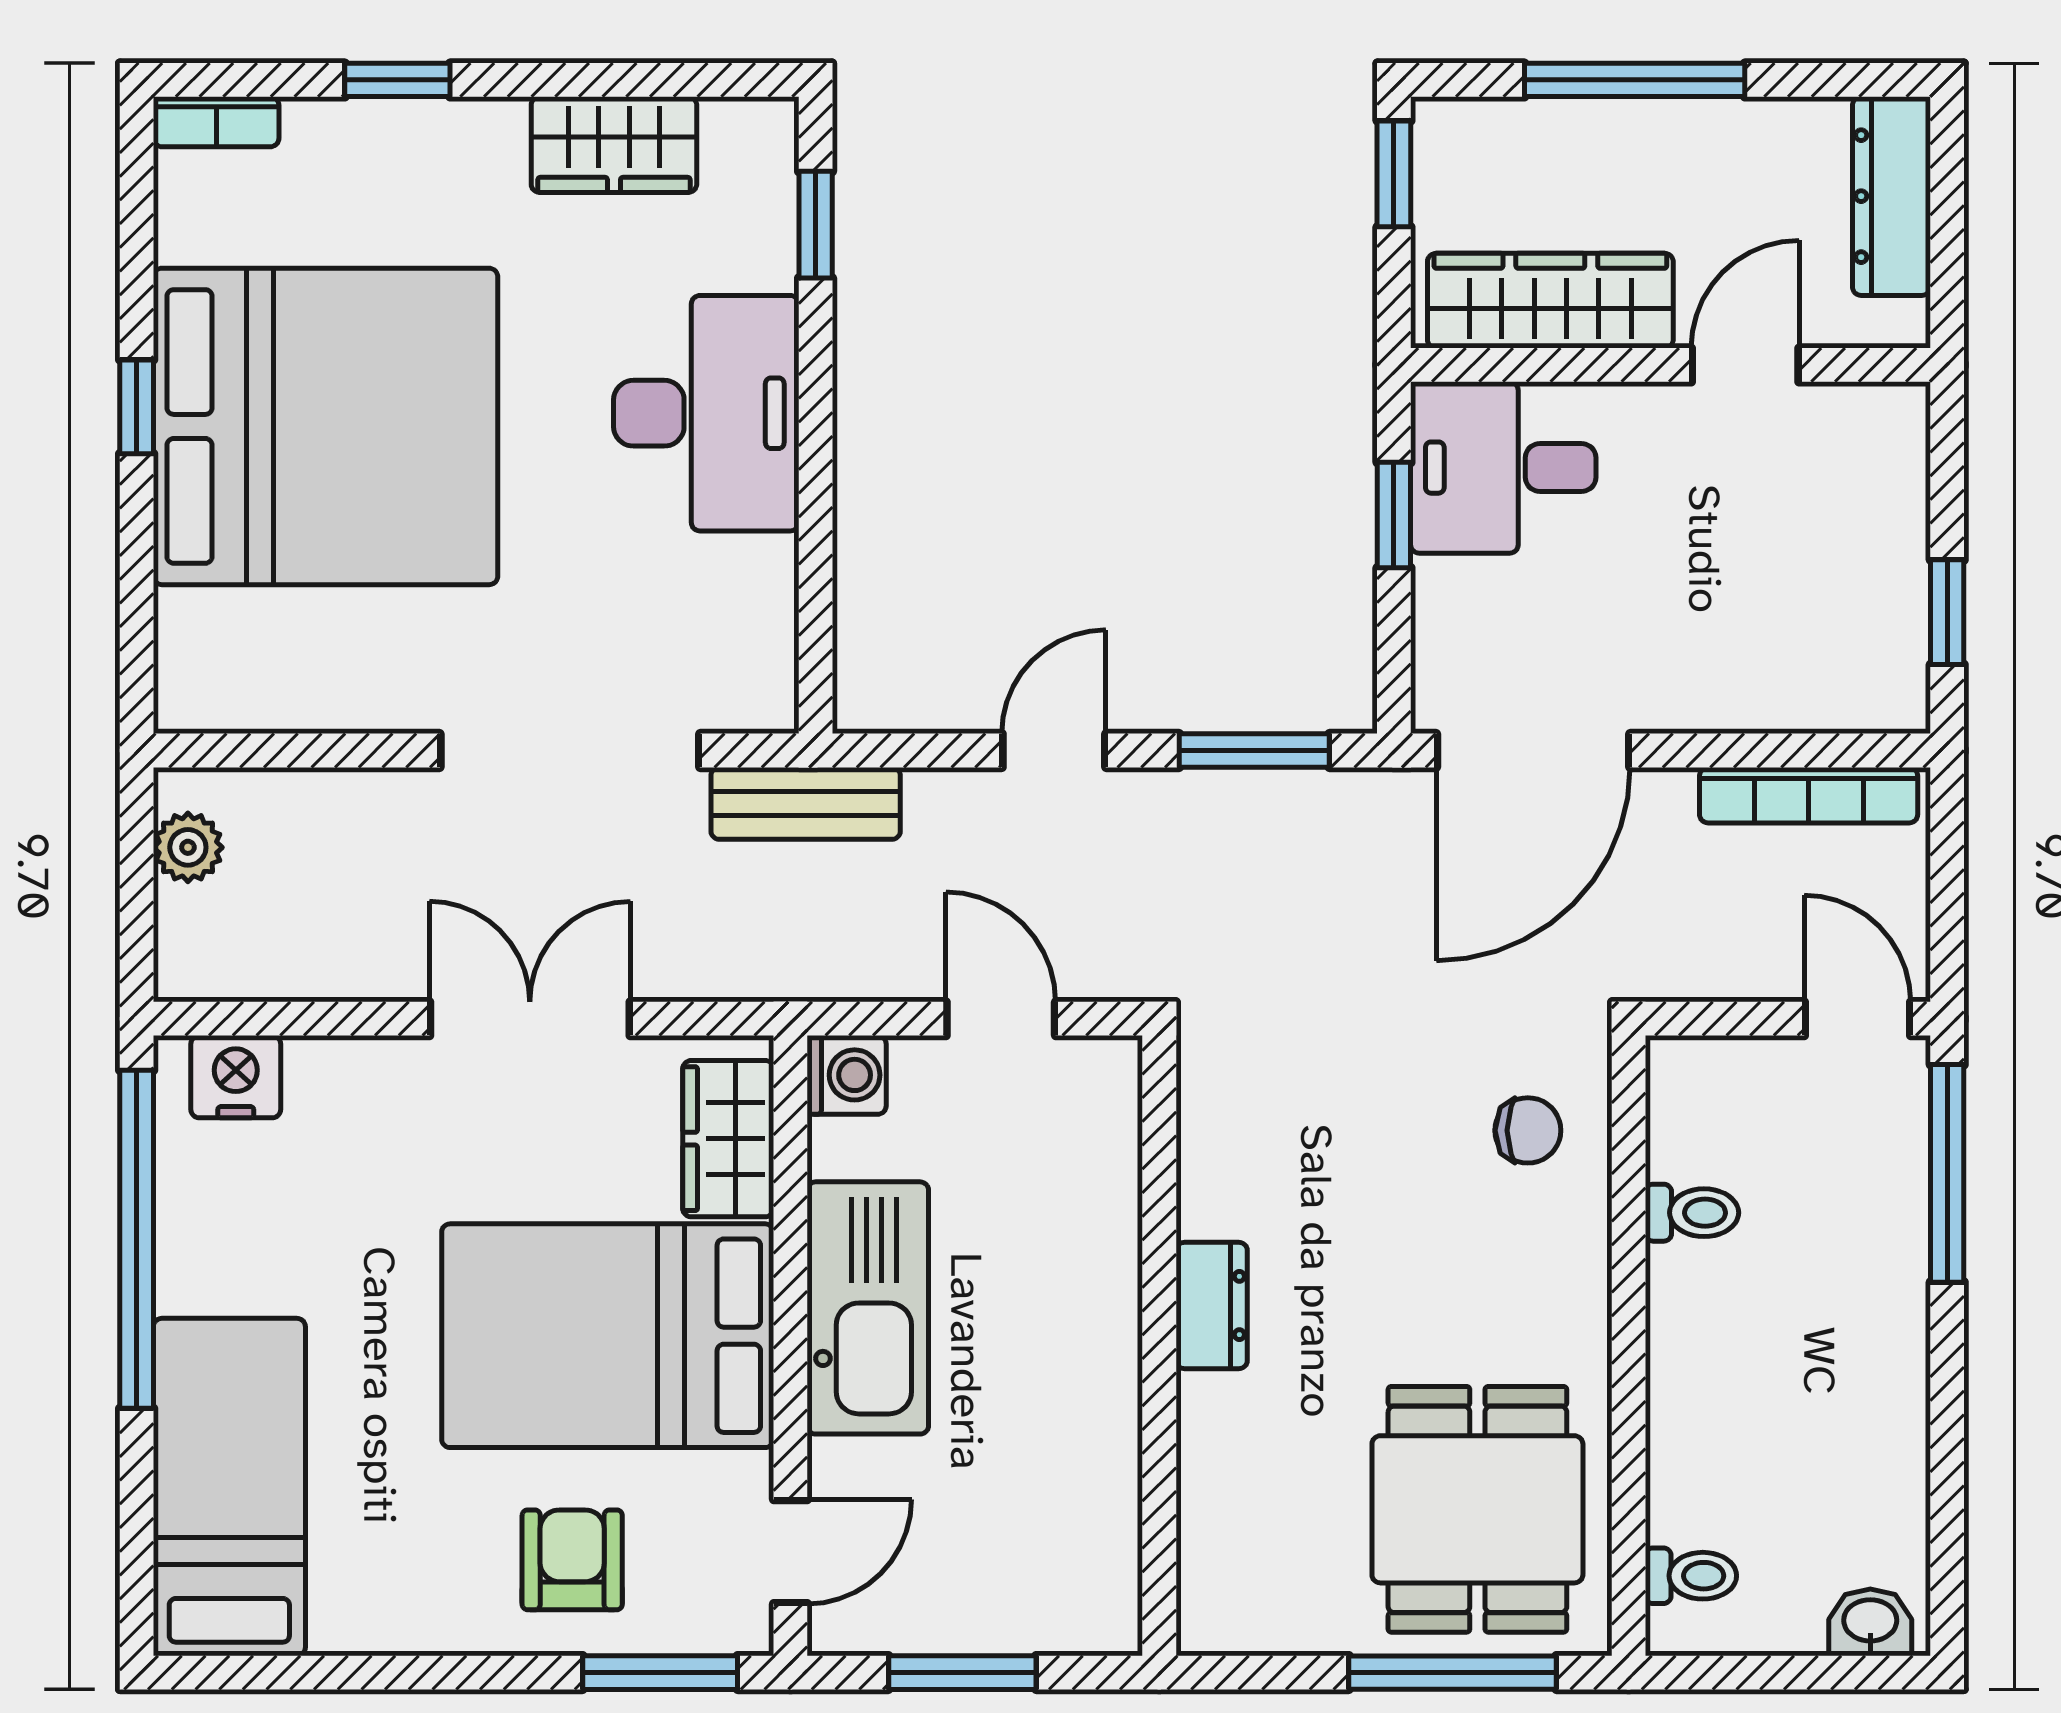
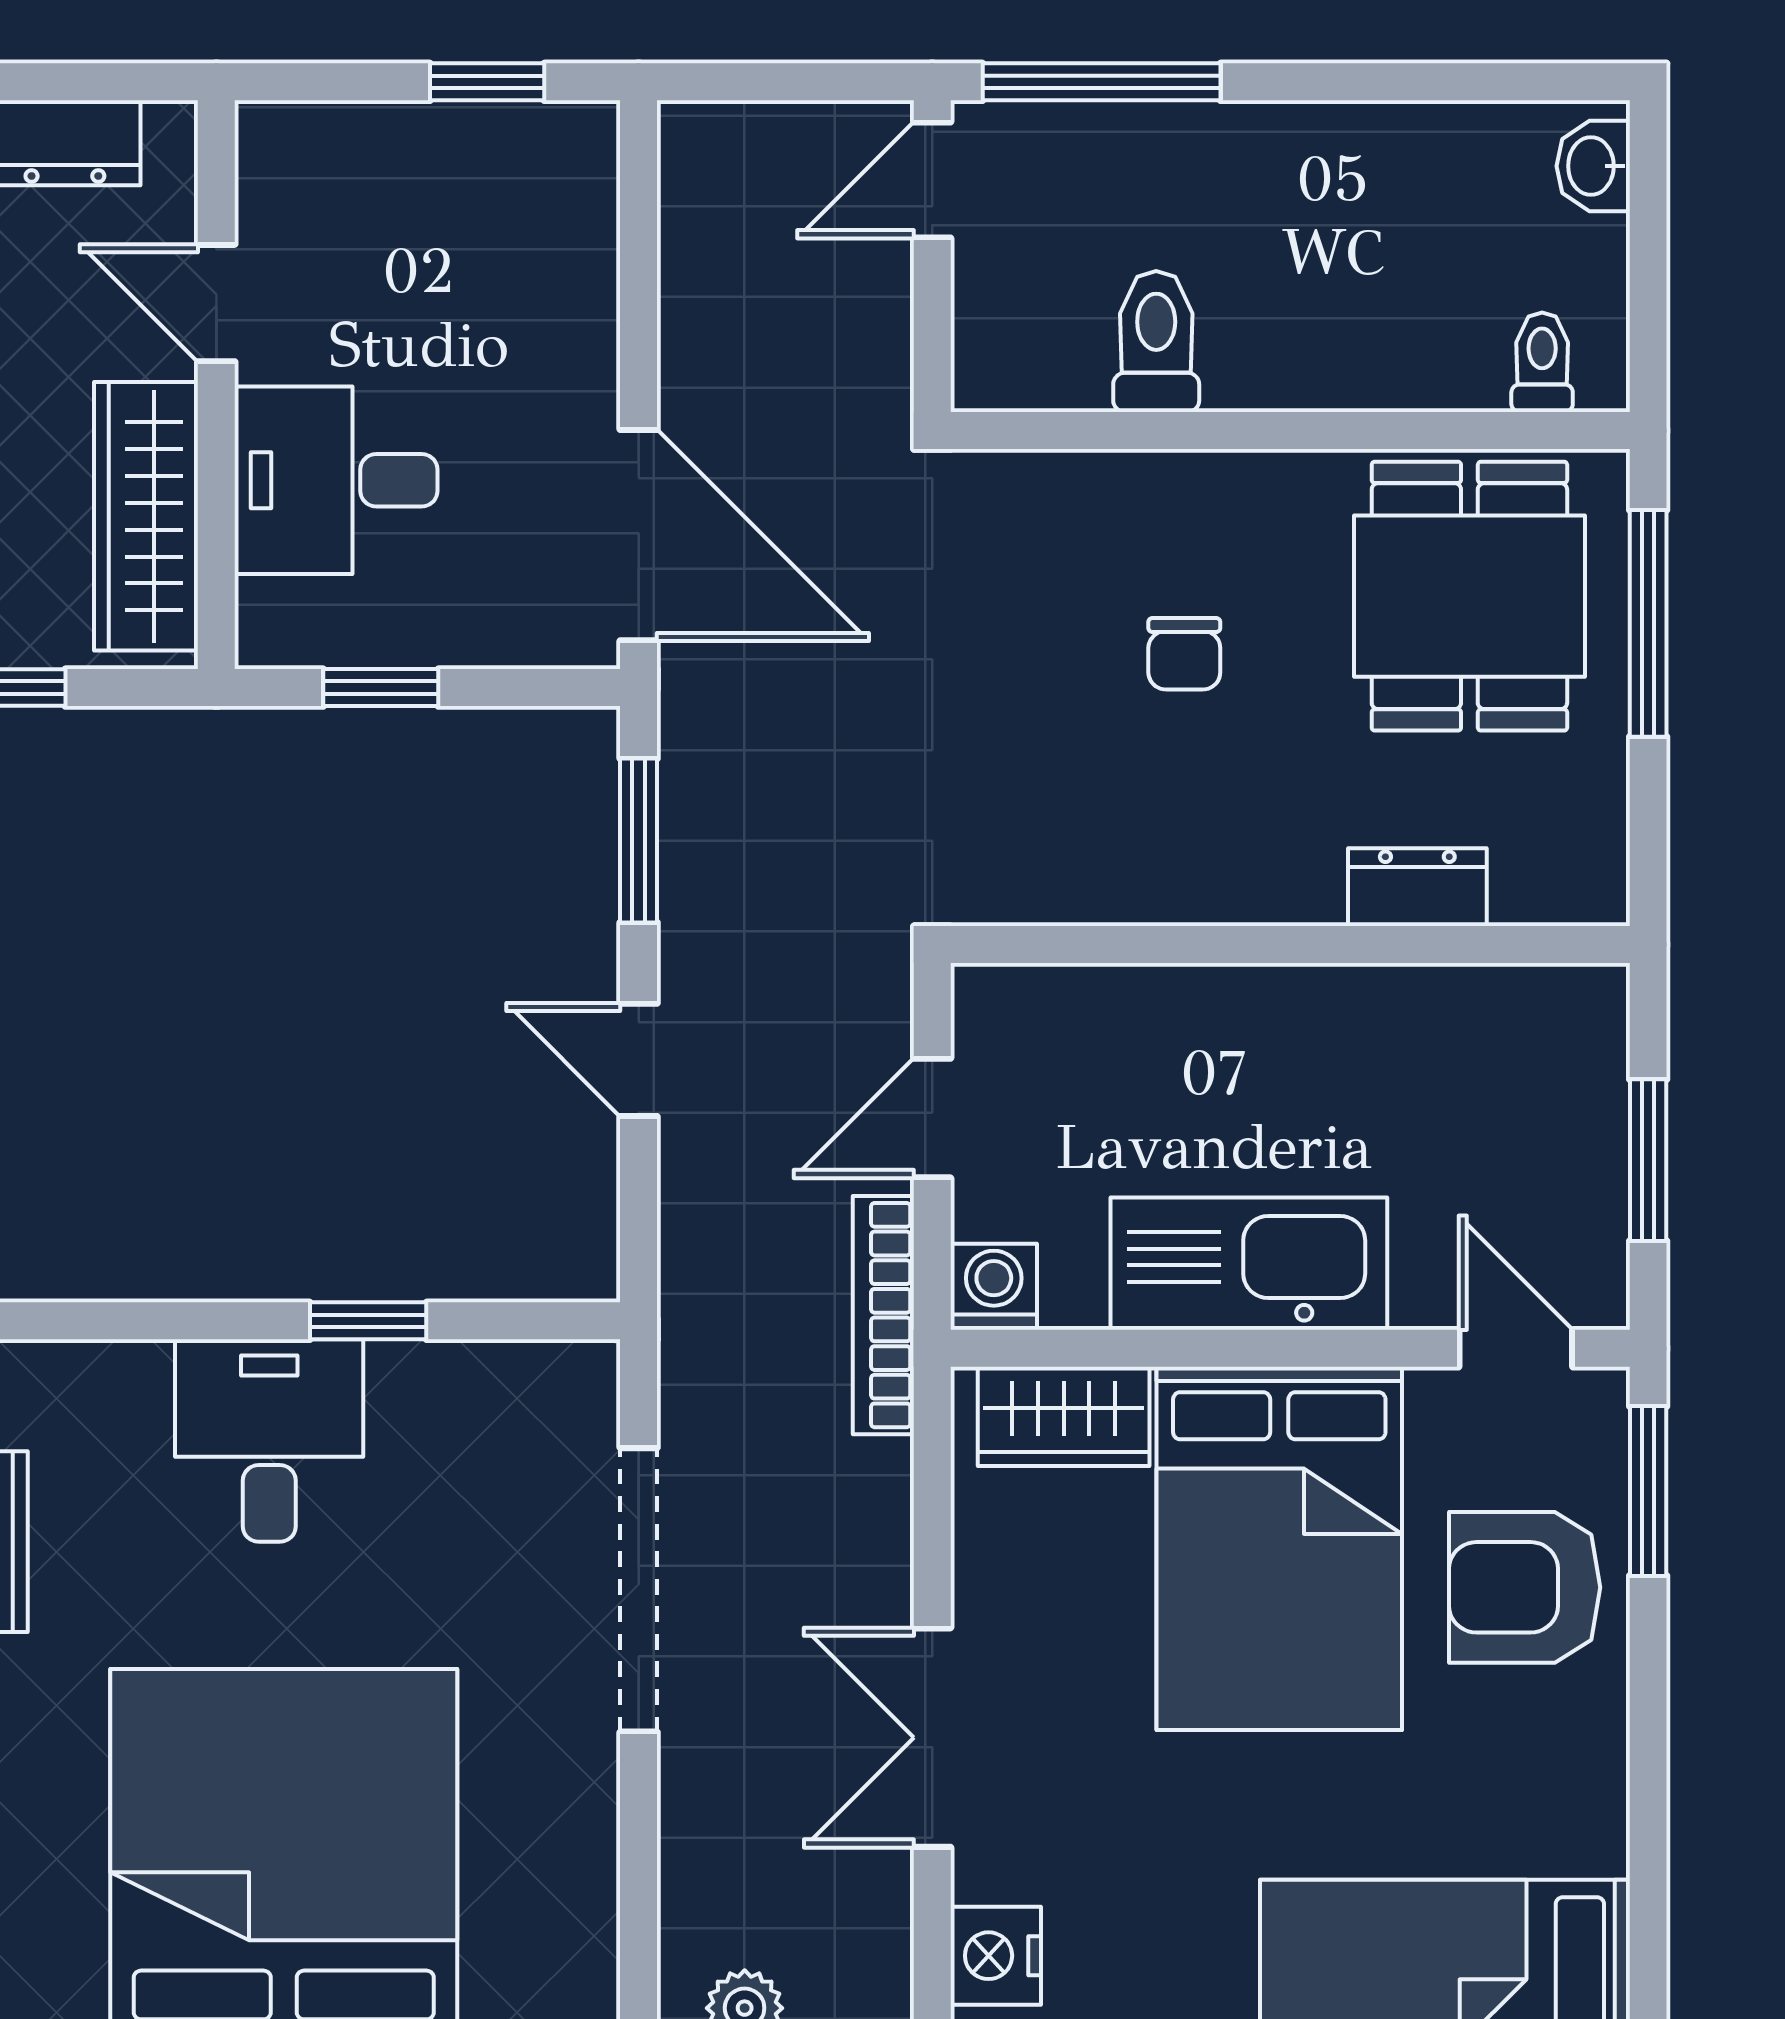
window: (816, 225) -> (368, 1321), moved
desk: (706, 413) -> (269, 1441), width x0.73
desk: (1503, 468) -> (336, 480), moved, turned 90
bookcase: (1809, 795) -> (883, 1315), moved, turned 180
bench: (806, 803) -> (696, 1332), removed
double door: (530, 1019) -> (932, 1738), moved
chair: (1528, 1130) -> (1184, 654), moved, turned 180
toilet: (1692, 1213) -> (1156, 342), width x1.37, depth x1.39
dresser: (1212, 1305) -> (1417, 887), moved
dining table: (1477, 1509) -> (1469, 596), turned 90
armchair: (572, 1560) -> (1525, 1587), width x1.38, depth x1.38

